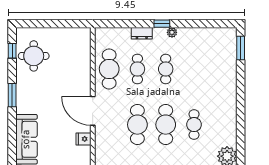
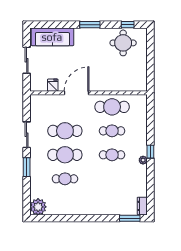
dresser: (142, 33) -> (142, 206), moved

